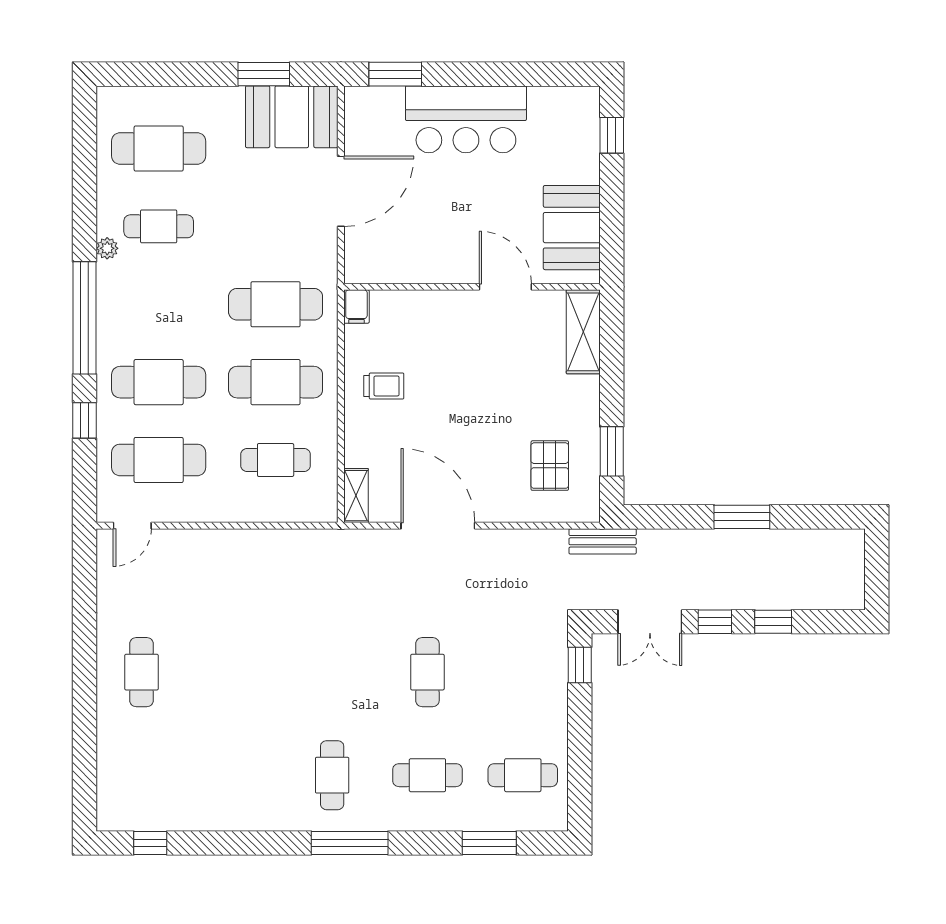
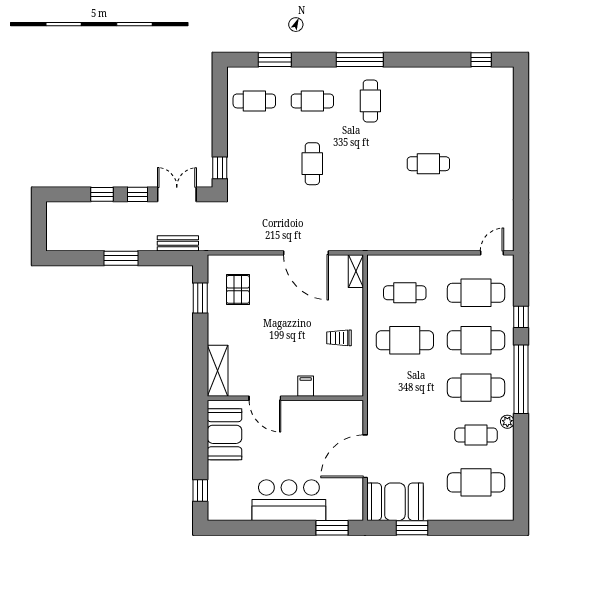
cafe table: (276, 304) -> (476, 388), moved
filing cabinet: (356, 307) -> (306, 386), moved
bench: (603, 541) -> (178, 243), moved
cafe table: (141, 672) -> (428, 164), moved, turned 90

